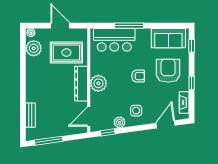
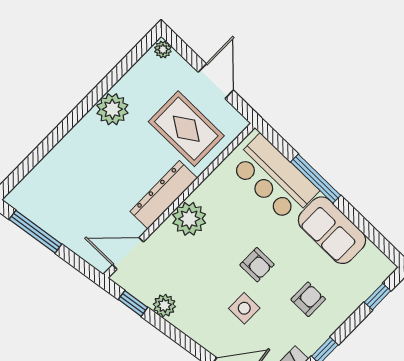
sofa: (168, 38) -> (332, 230), moved
plant: (34, 48) -> (112, 109), moved
armchair: (168, 71) -> (308, 299), width x0.53, depth x0.53
side table: (136, 111) -> (244, 308), moved
bench: (30, 115) -> (45, 169), removed

